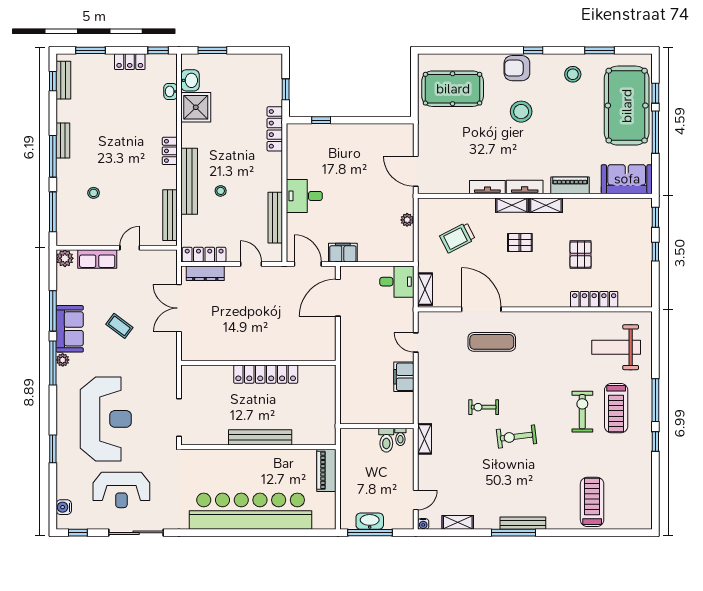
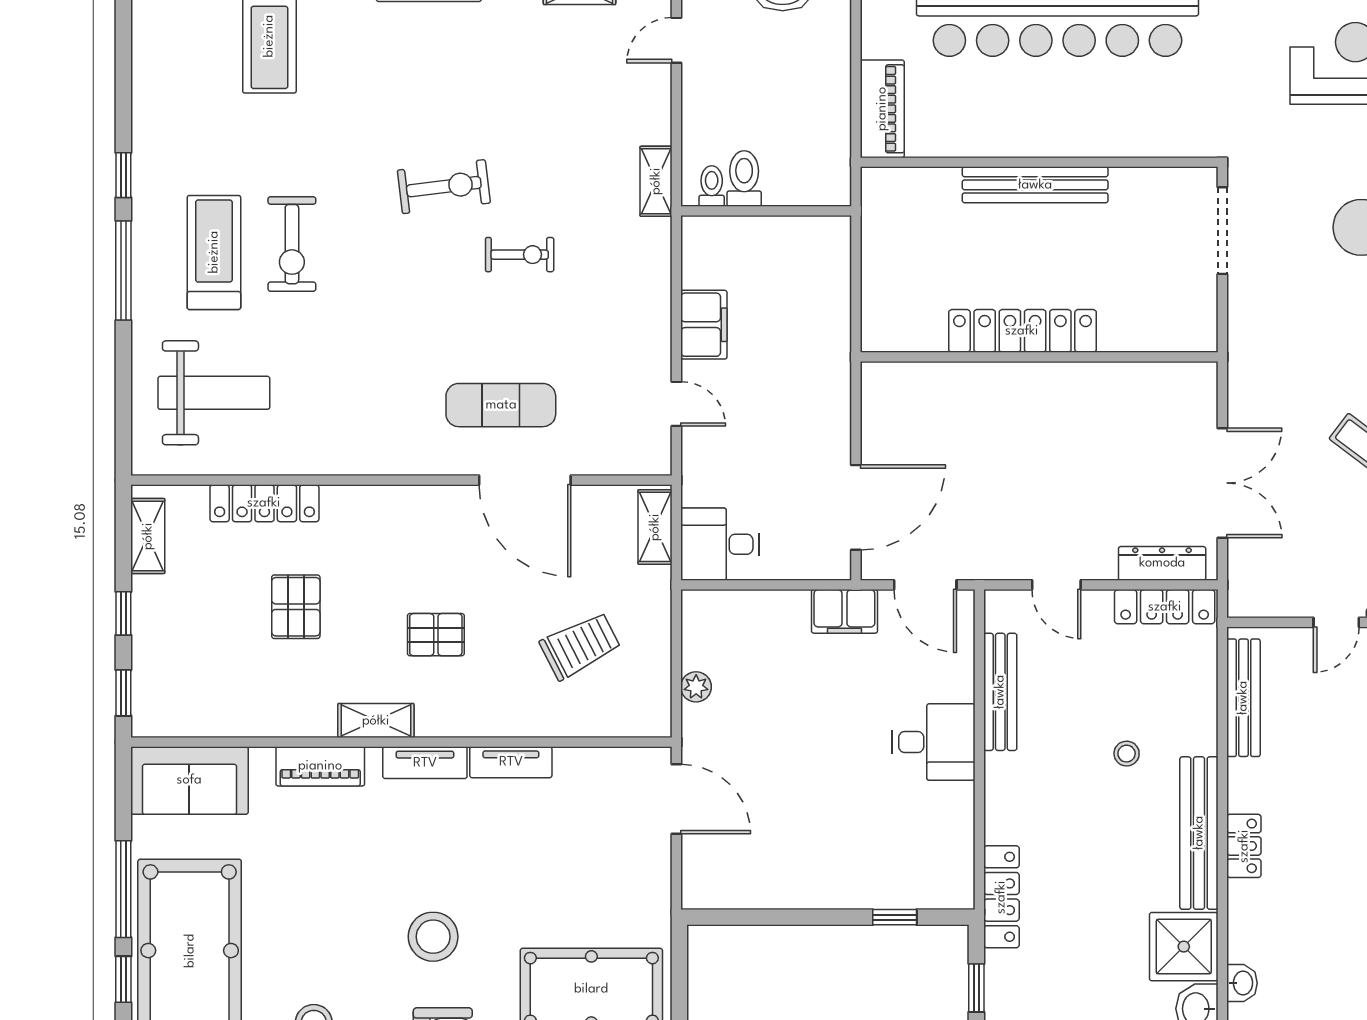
bench: (189, 181) -> (1199, 833), moved
shelving: (512, 205) -> (148, 536), moved, turned 90

